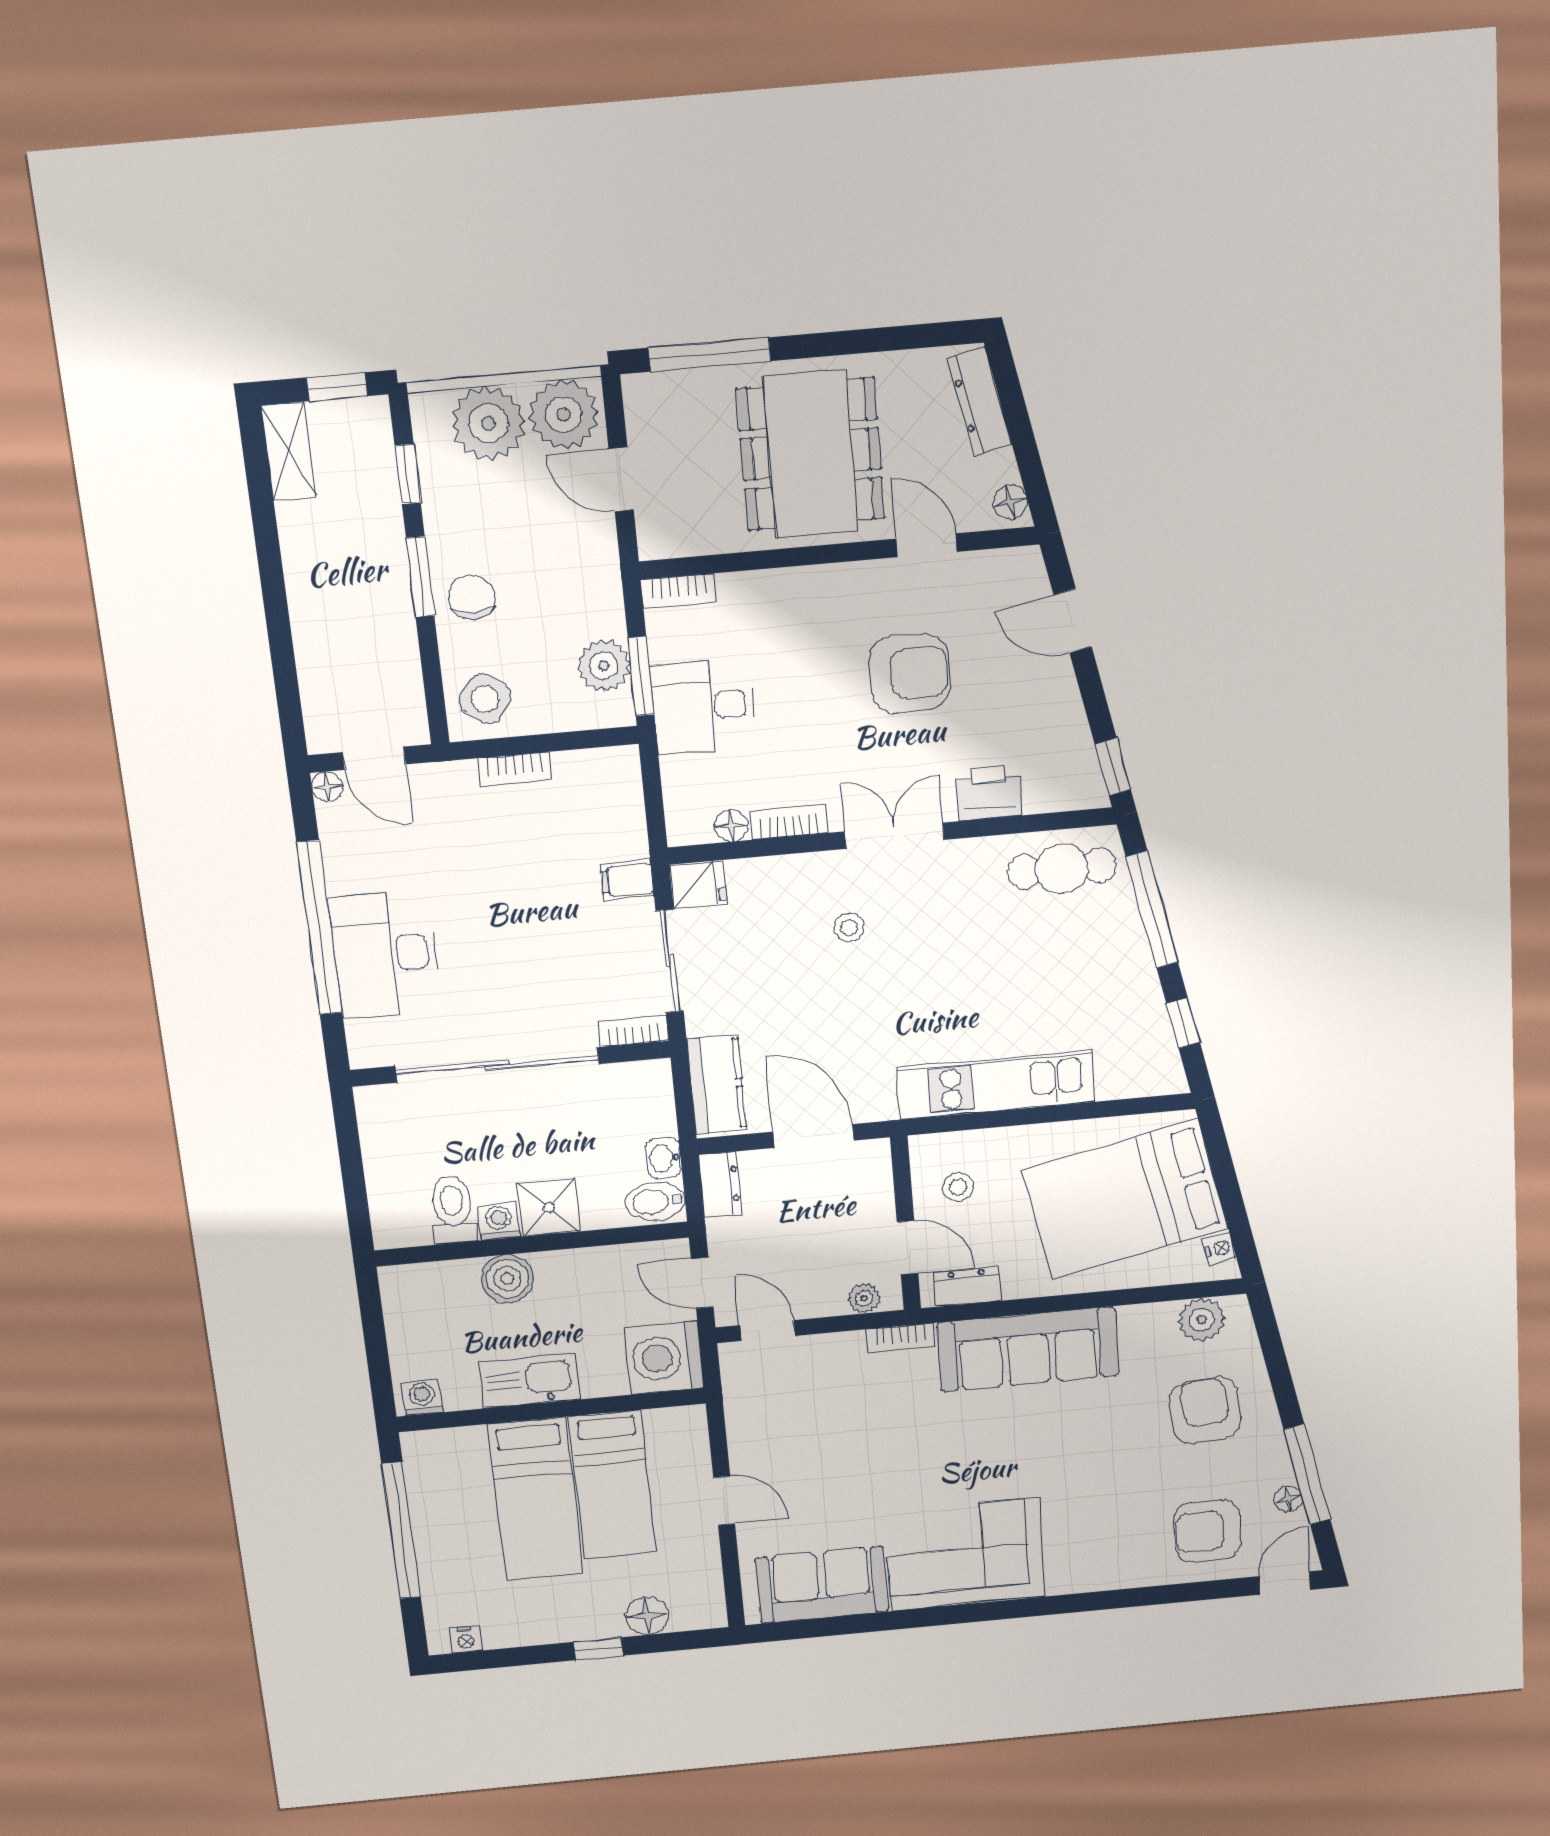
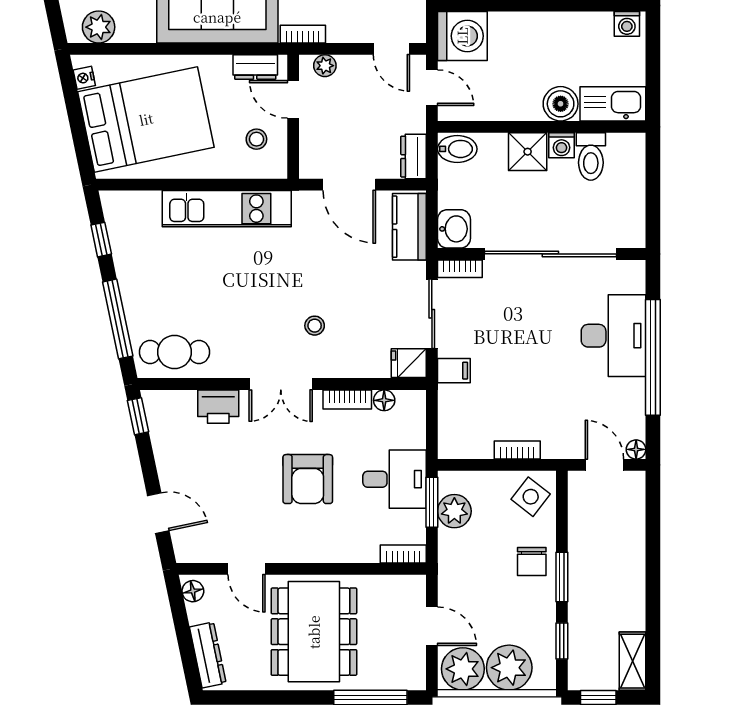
armchair: (910, 673) -> (308, 479), moved, turned -90
washbasin: (664, 1158) -> (454, 229), moved, width x1.38, depth x1.45
kitchen sink: (529, 1381) -> (613, 104), moved, turned 180

